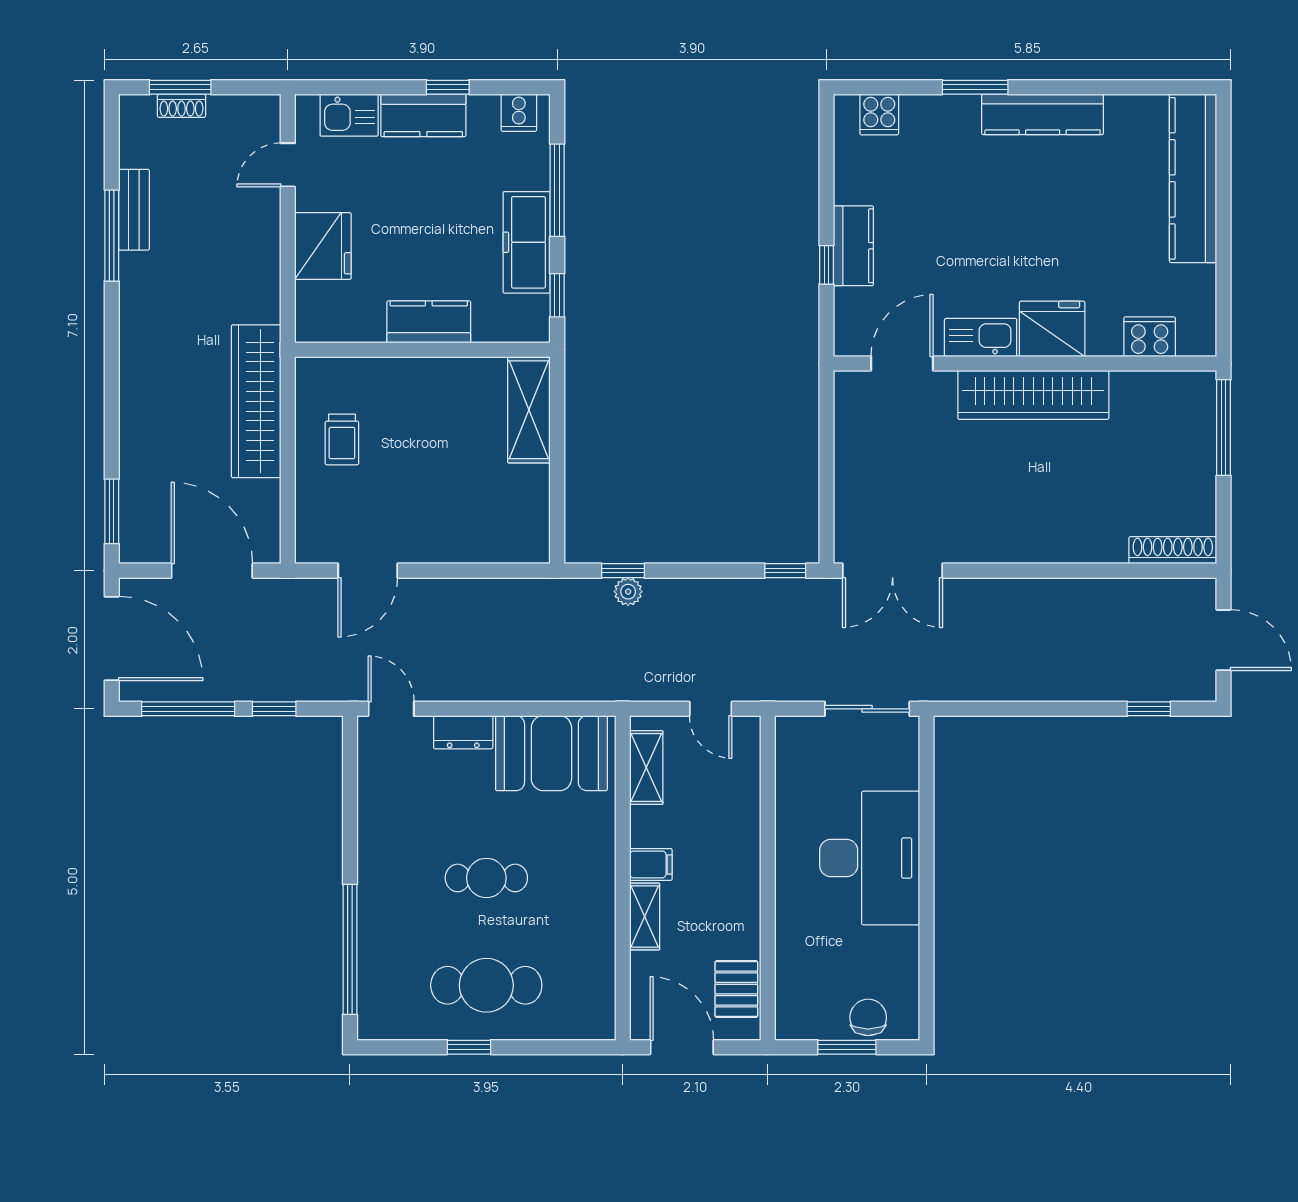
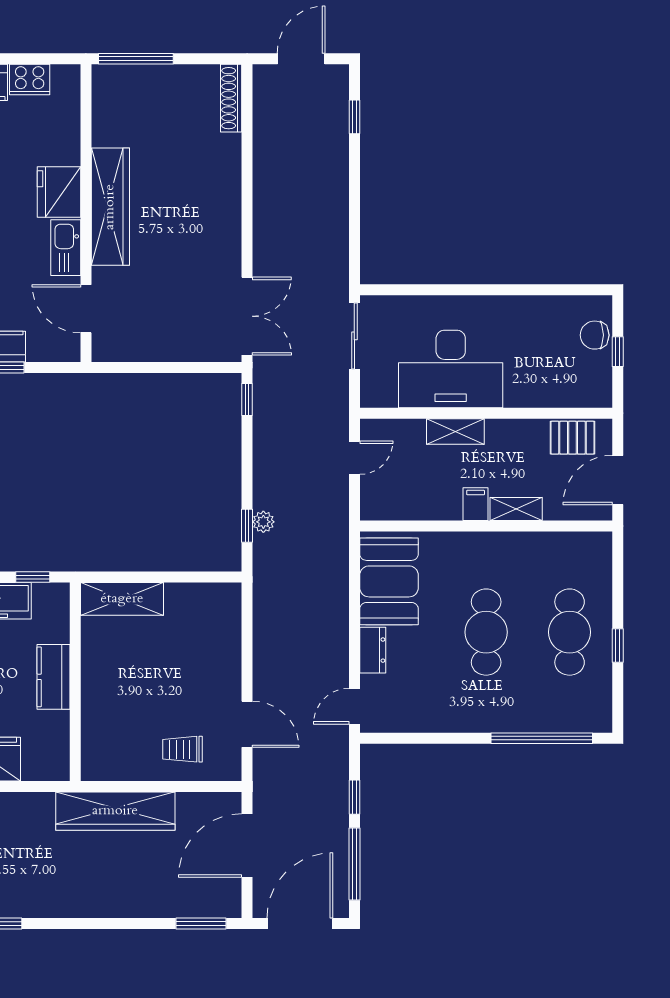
cooker: (1150, 337) -> (30, 79), moved, turned -90
trolley: (342, 439) -> (182, 749), moved, turned 180
shelving: (646, 768) -> (455, 431), moved
desk: (870, 858) -> (451, 369), moved, turned 180
cafe table: (486, 878) -> (486, 632), width x1.37, depth x1.35
window: (847, 1047) -> (618, 352), width x0.67

